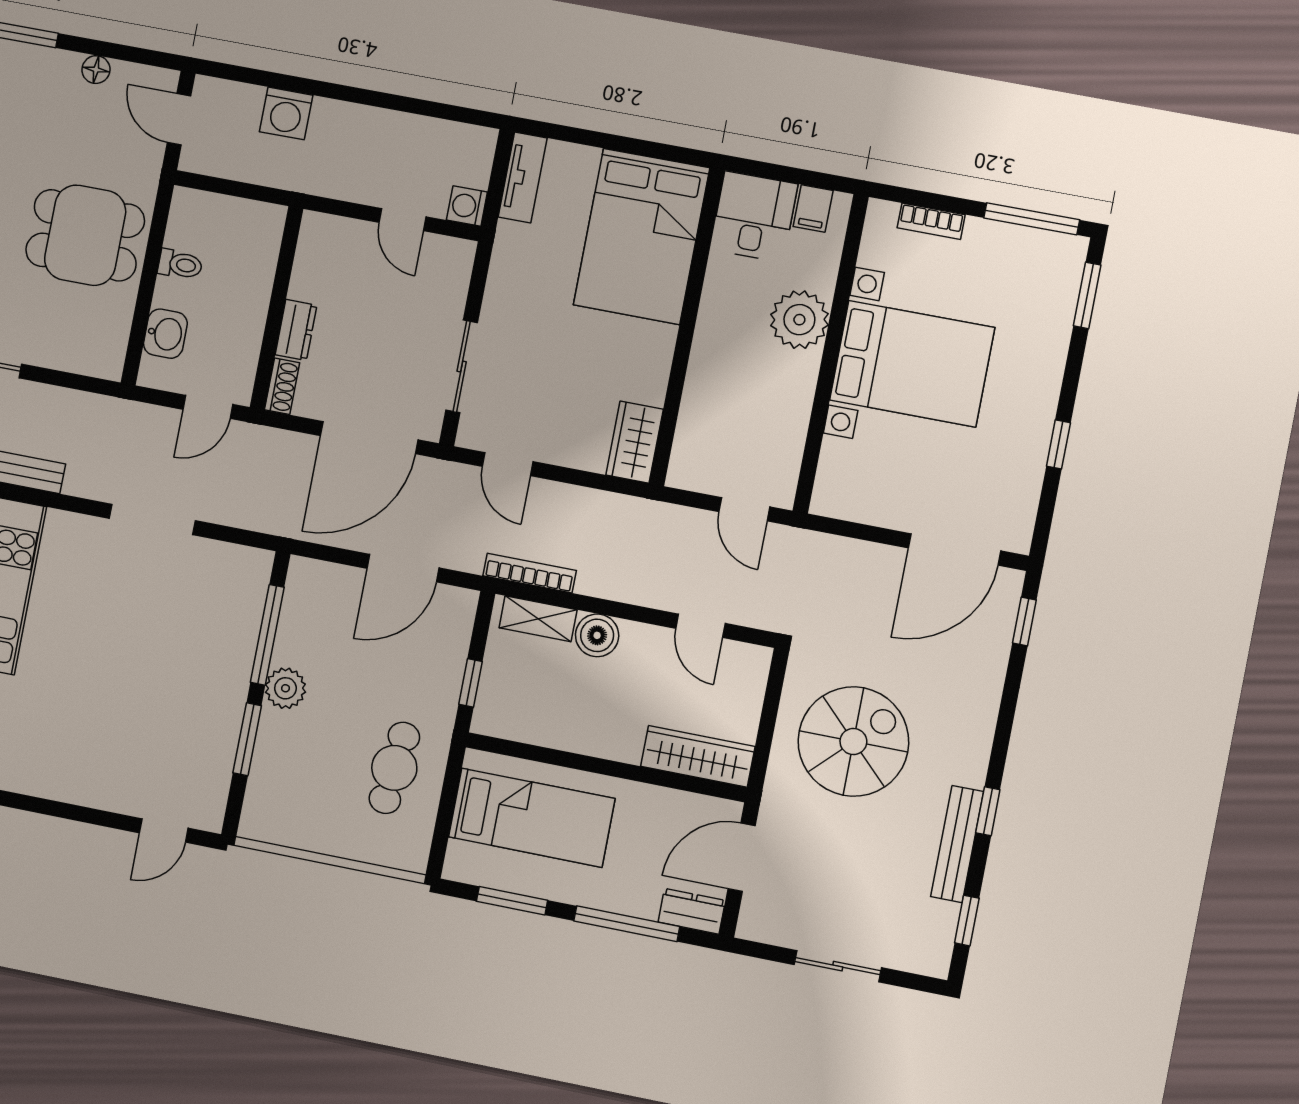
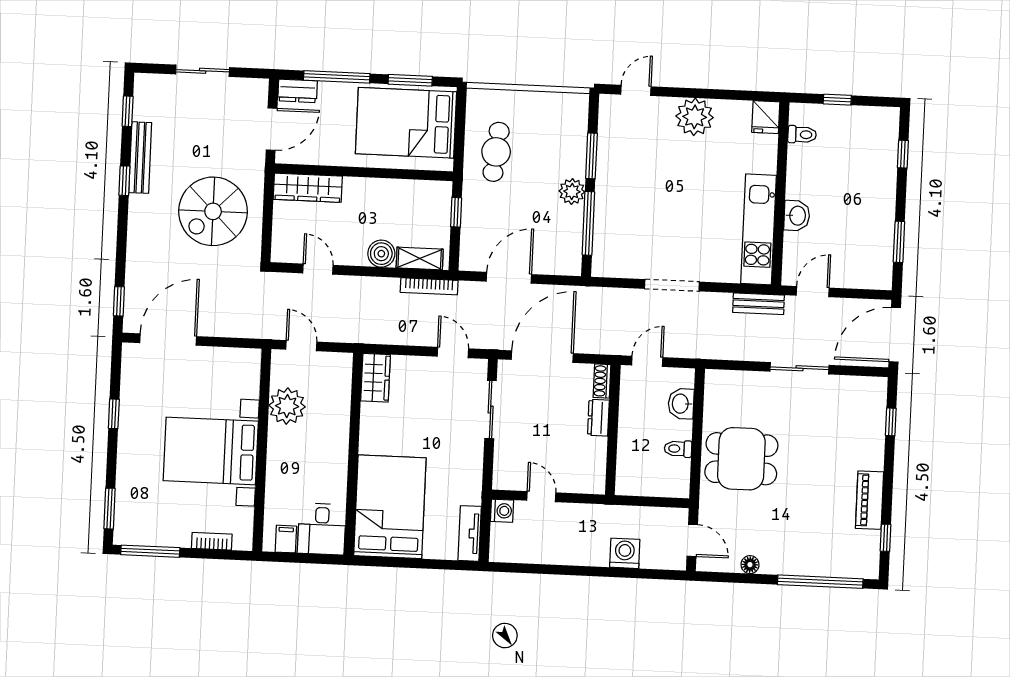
plant: (799, 320) -> (287, 406), moved
plant: (79, 776) -> (695, 117), added
bed: (532, 818) -> (406, 123), width x1.50

